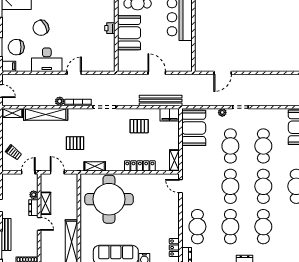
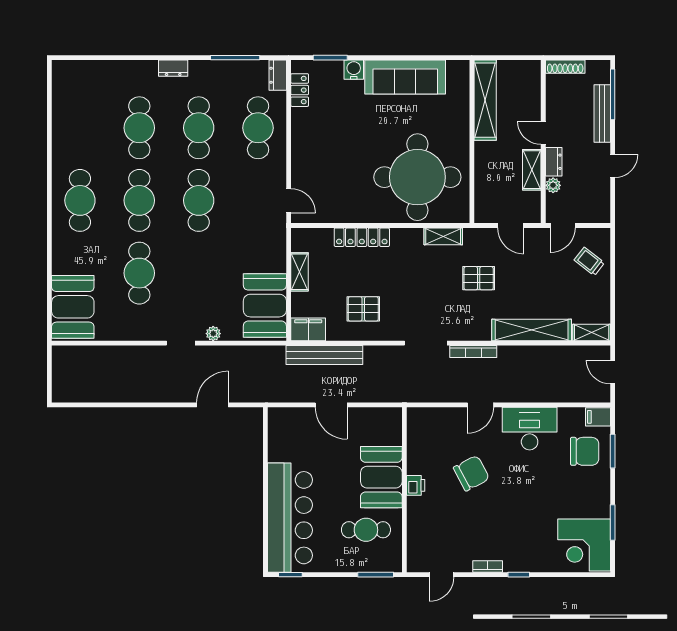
chair: (41, 28) -> (471, 473), moved
plant: (60, 101) -> (506, 354), removed
cafe table: (230, 146) -> (199, 273), removed
shelving: (174, 160) -> (300, 272), moved

